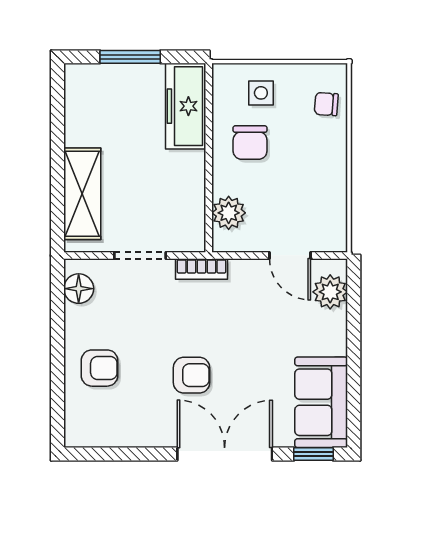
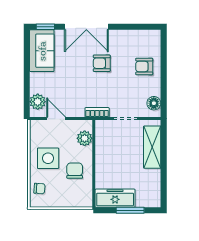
side table: (261, 93) -> (48, 158), moved, width x1.87, depth x1.87
freezer: (186, 106) -> (115, 198), moved, turned -90

